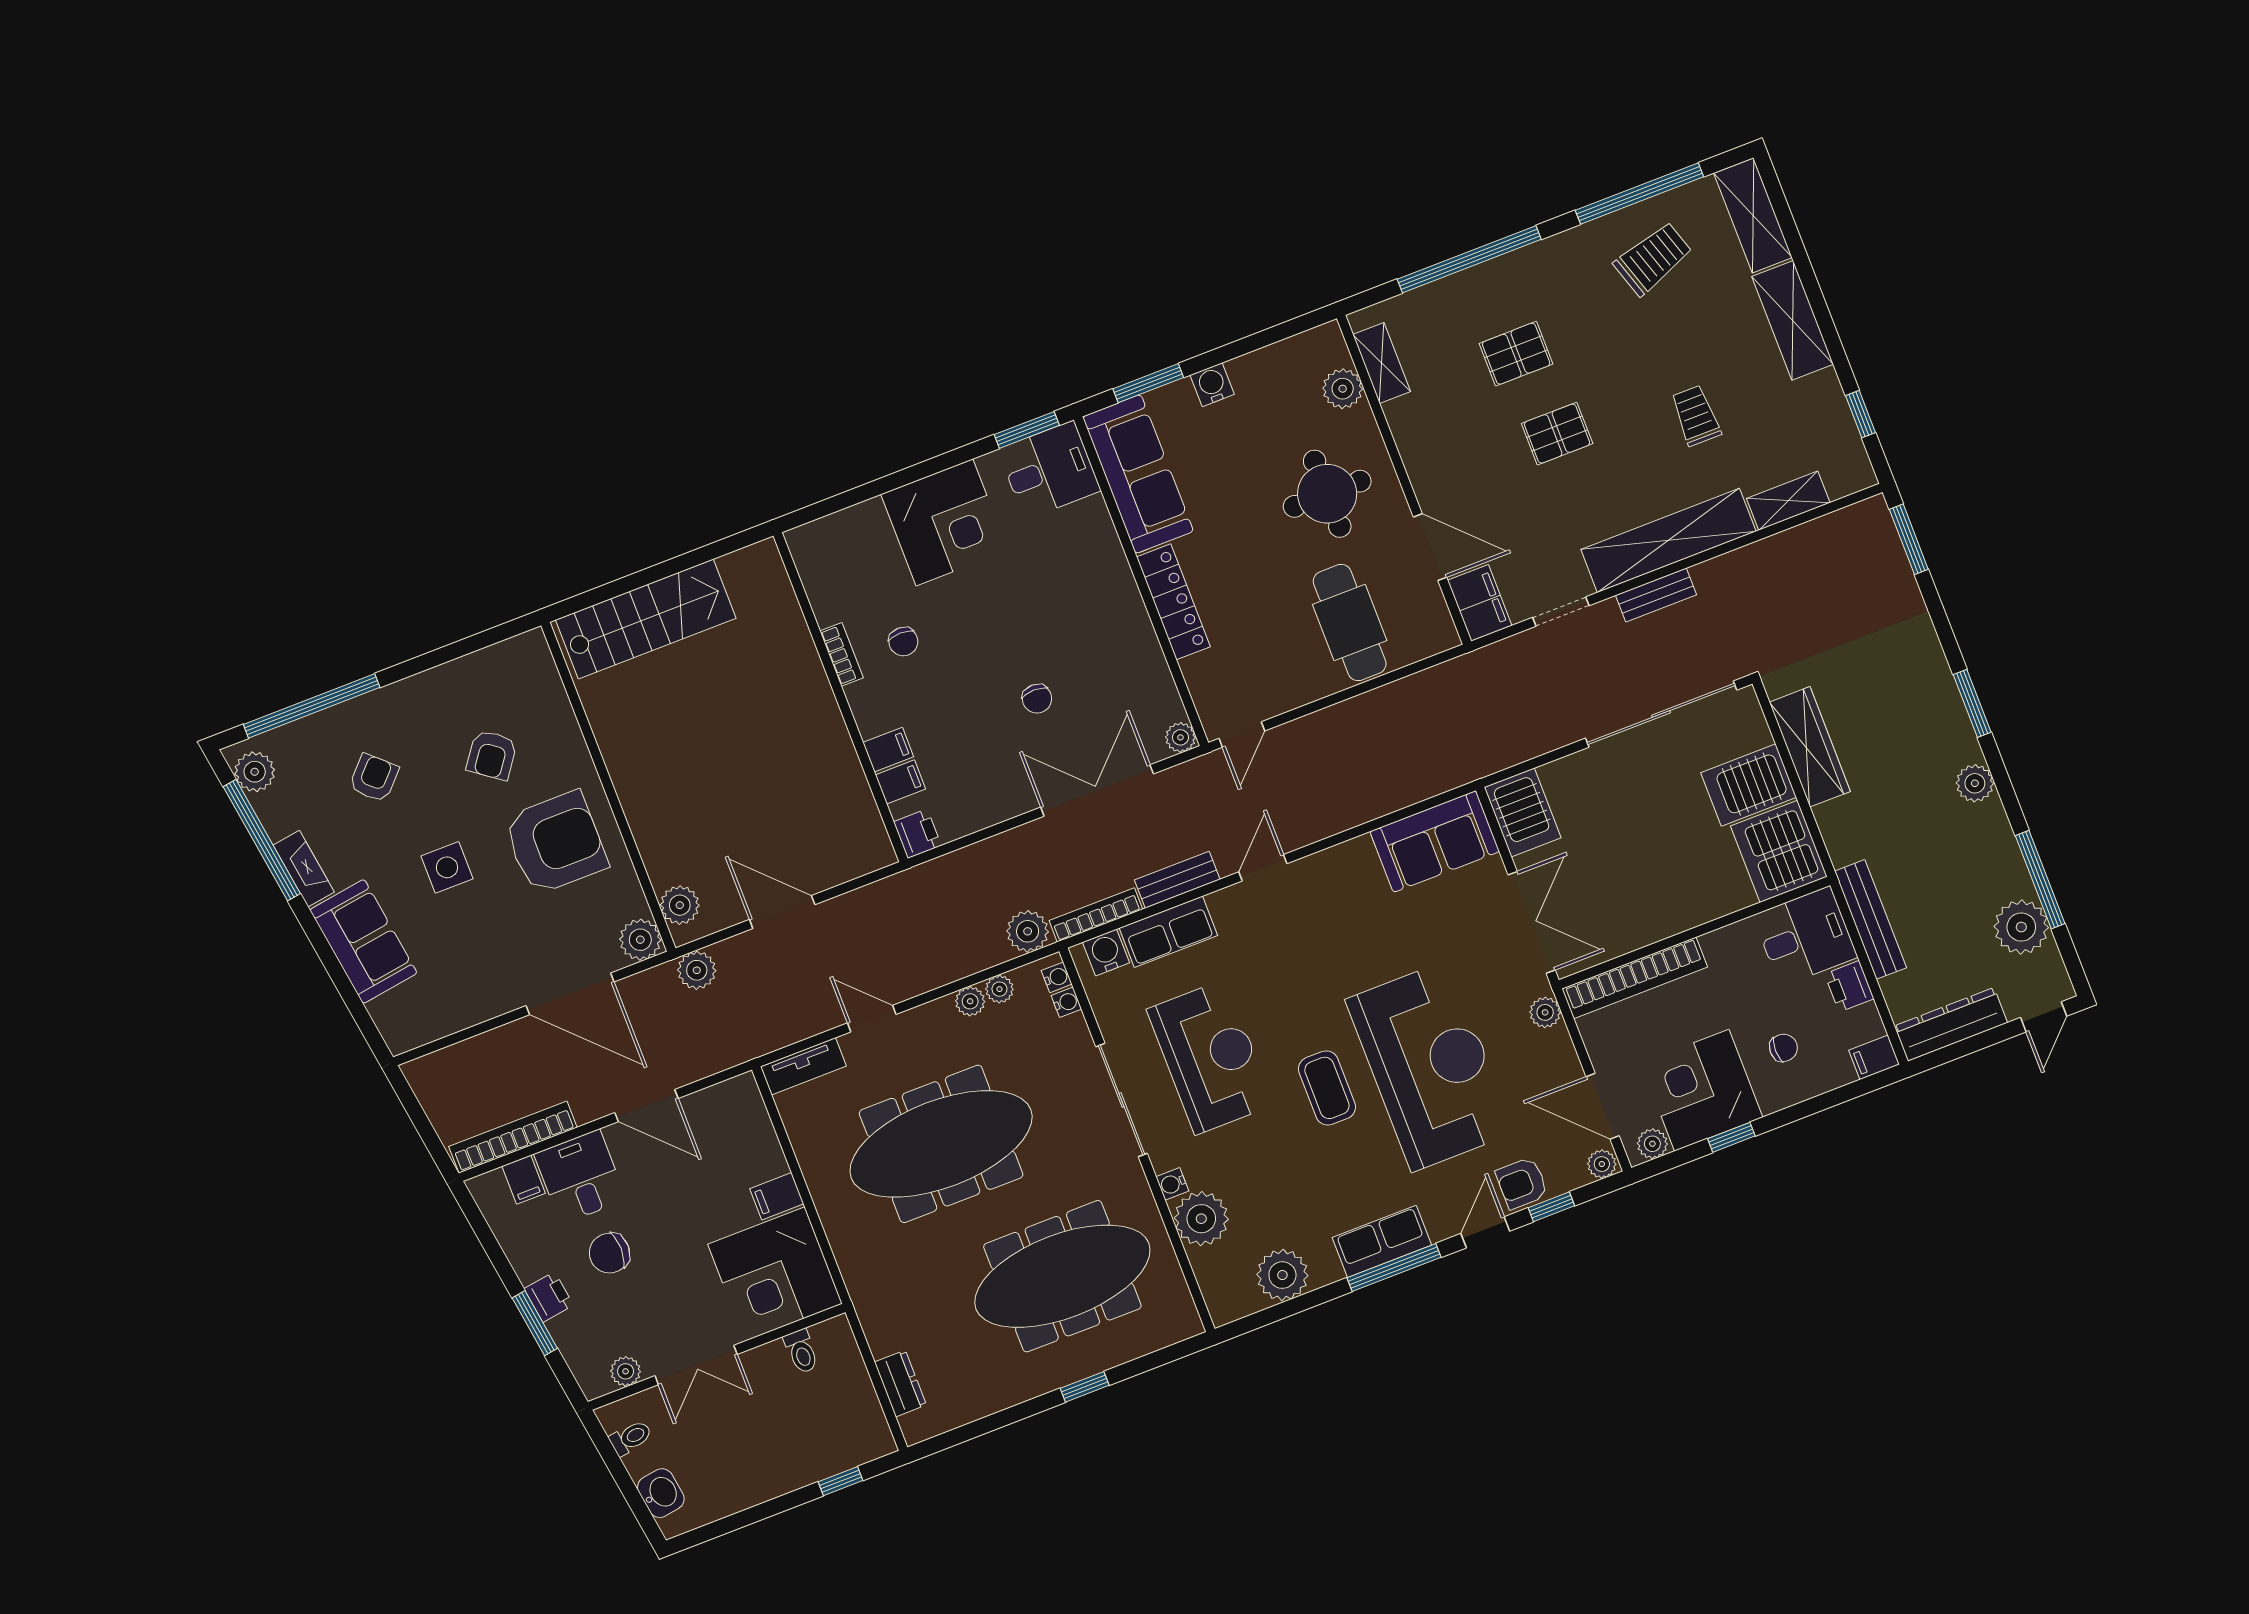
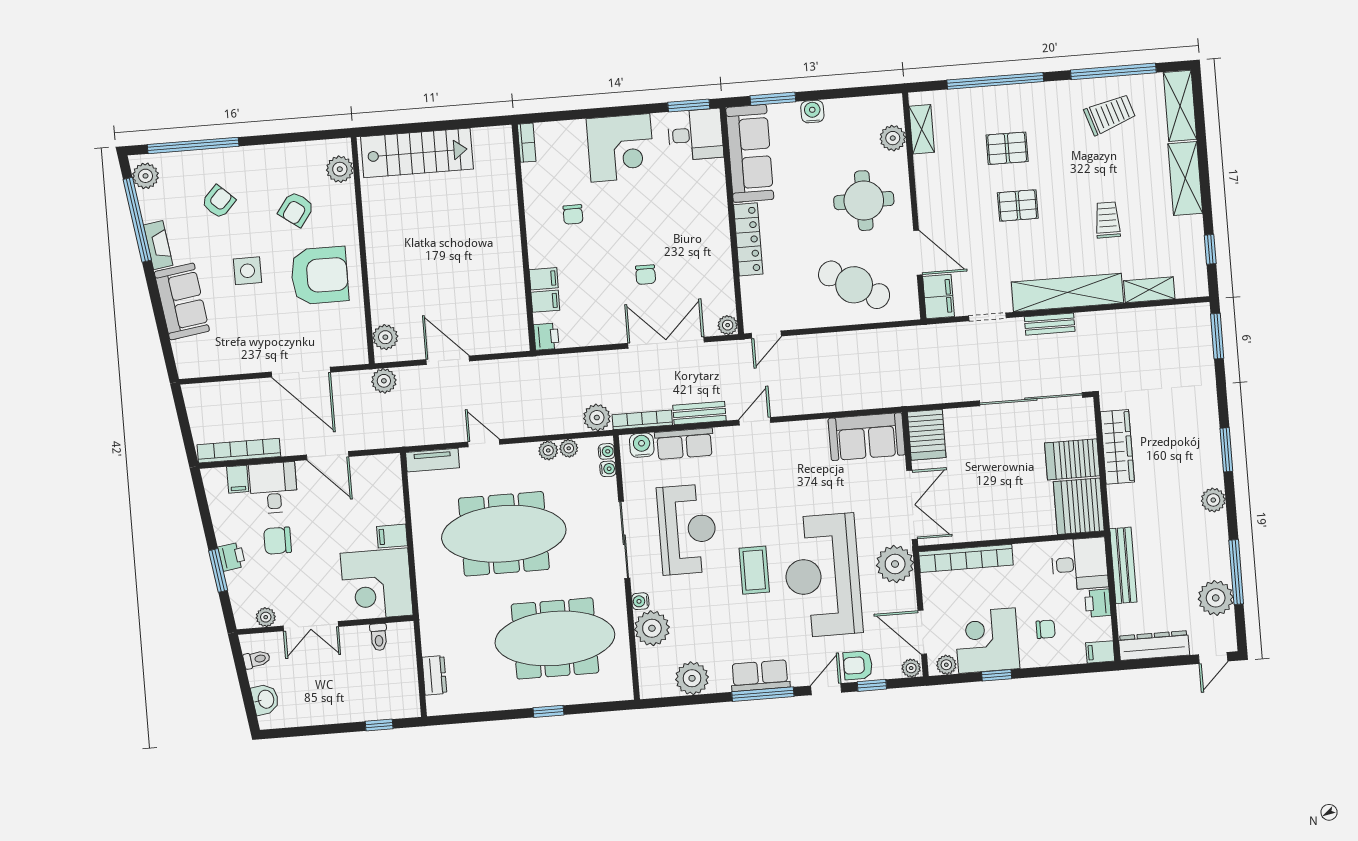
cafe table: (1350, 622) -> (854, 285), turned -60
bookcase: (841, 654) -> (527, 143), moved
plant: (640, 940) -> (340, 169), moved
plant: (1545, 1012) -> (895, 564), width x1.88, depth x1.88
reception desk: (1430, 1066) -> (822, 575), turned 180

